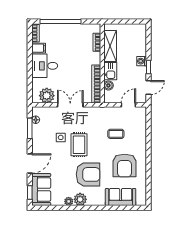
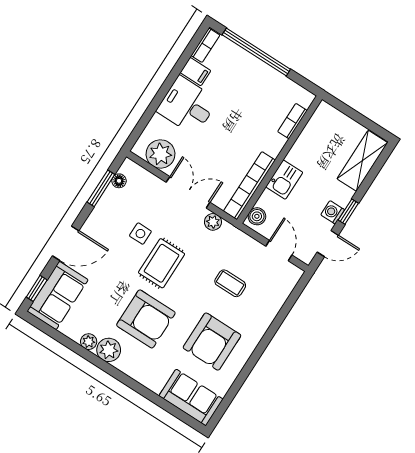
shelving: (110, 46) -> (362, 161), moved
washing machine: (142, 61) -> (333, 212), moved
boiler: (108, 85) -> (257, 216), moved
door: (128, 105) -> (279, 251), hinge flipped
plant: (90, 111) -> (213, 222), added
sofa: (121, 197) -> (191, 397), moved

